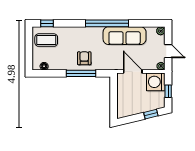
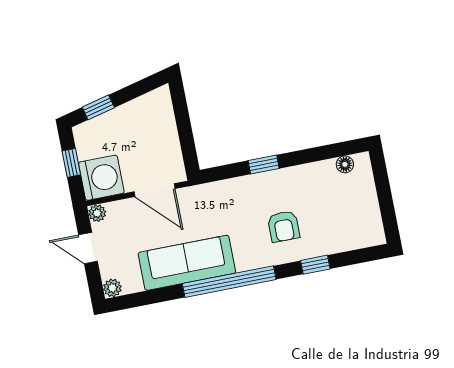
window: (47, 23) -> (315, 265), moved
coffee table: (46, 40) -> (351, 221), removed
armchair: (84, 58) -> (284, 226), moved
window: (81, 73) -> (264, 164), width x0.46

